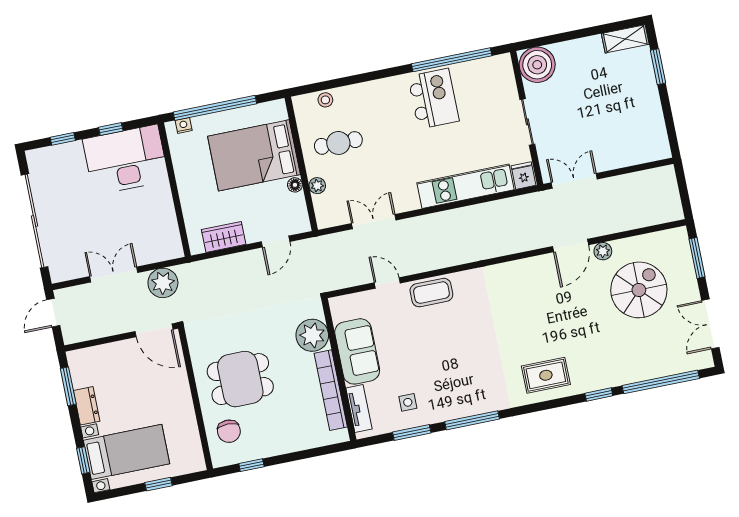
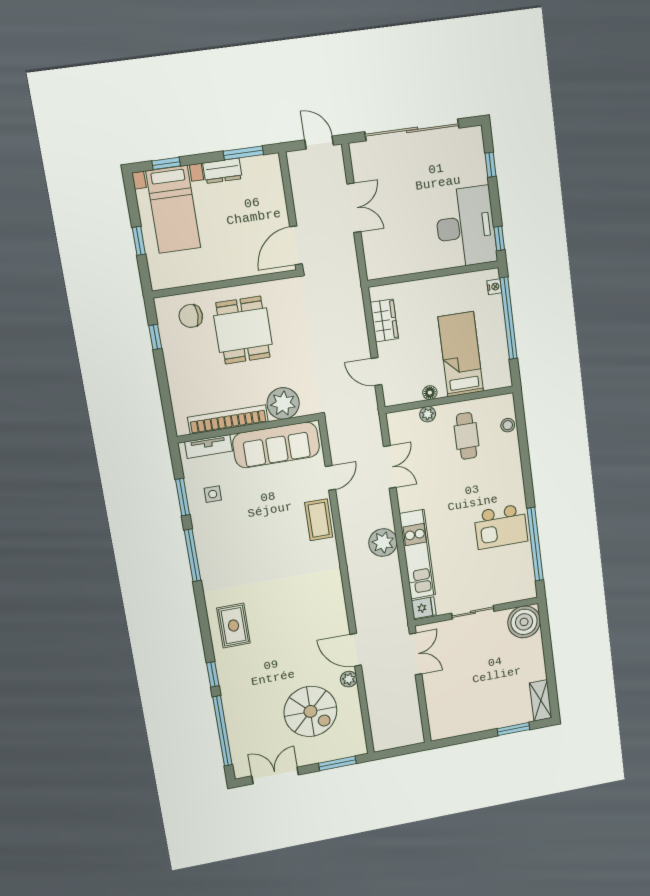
window: (111, 129) -> (499, 238), moved
bed: (254, 155) -> (461, 354), width x0.67
plant: (163, 283) -> (383, 543), moved
sofa: (357, 351) -> (276, 445), width x1.36

